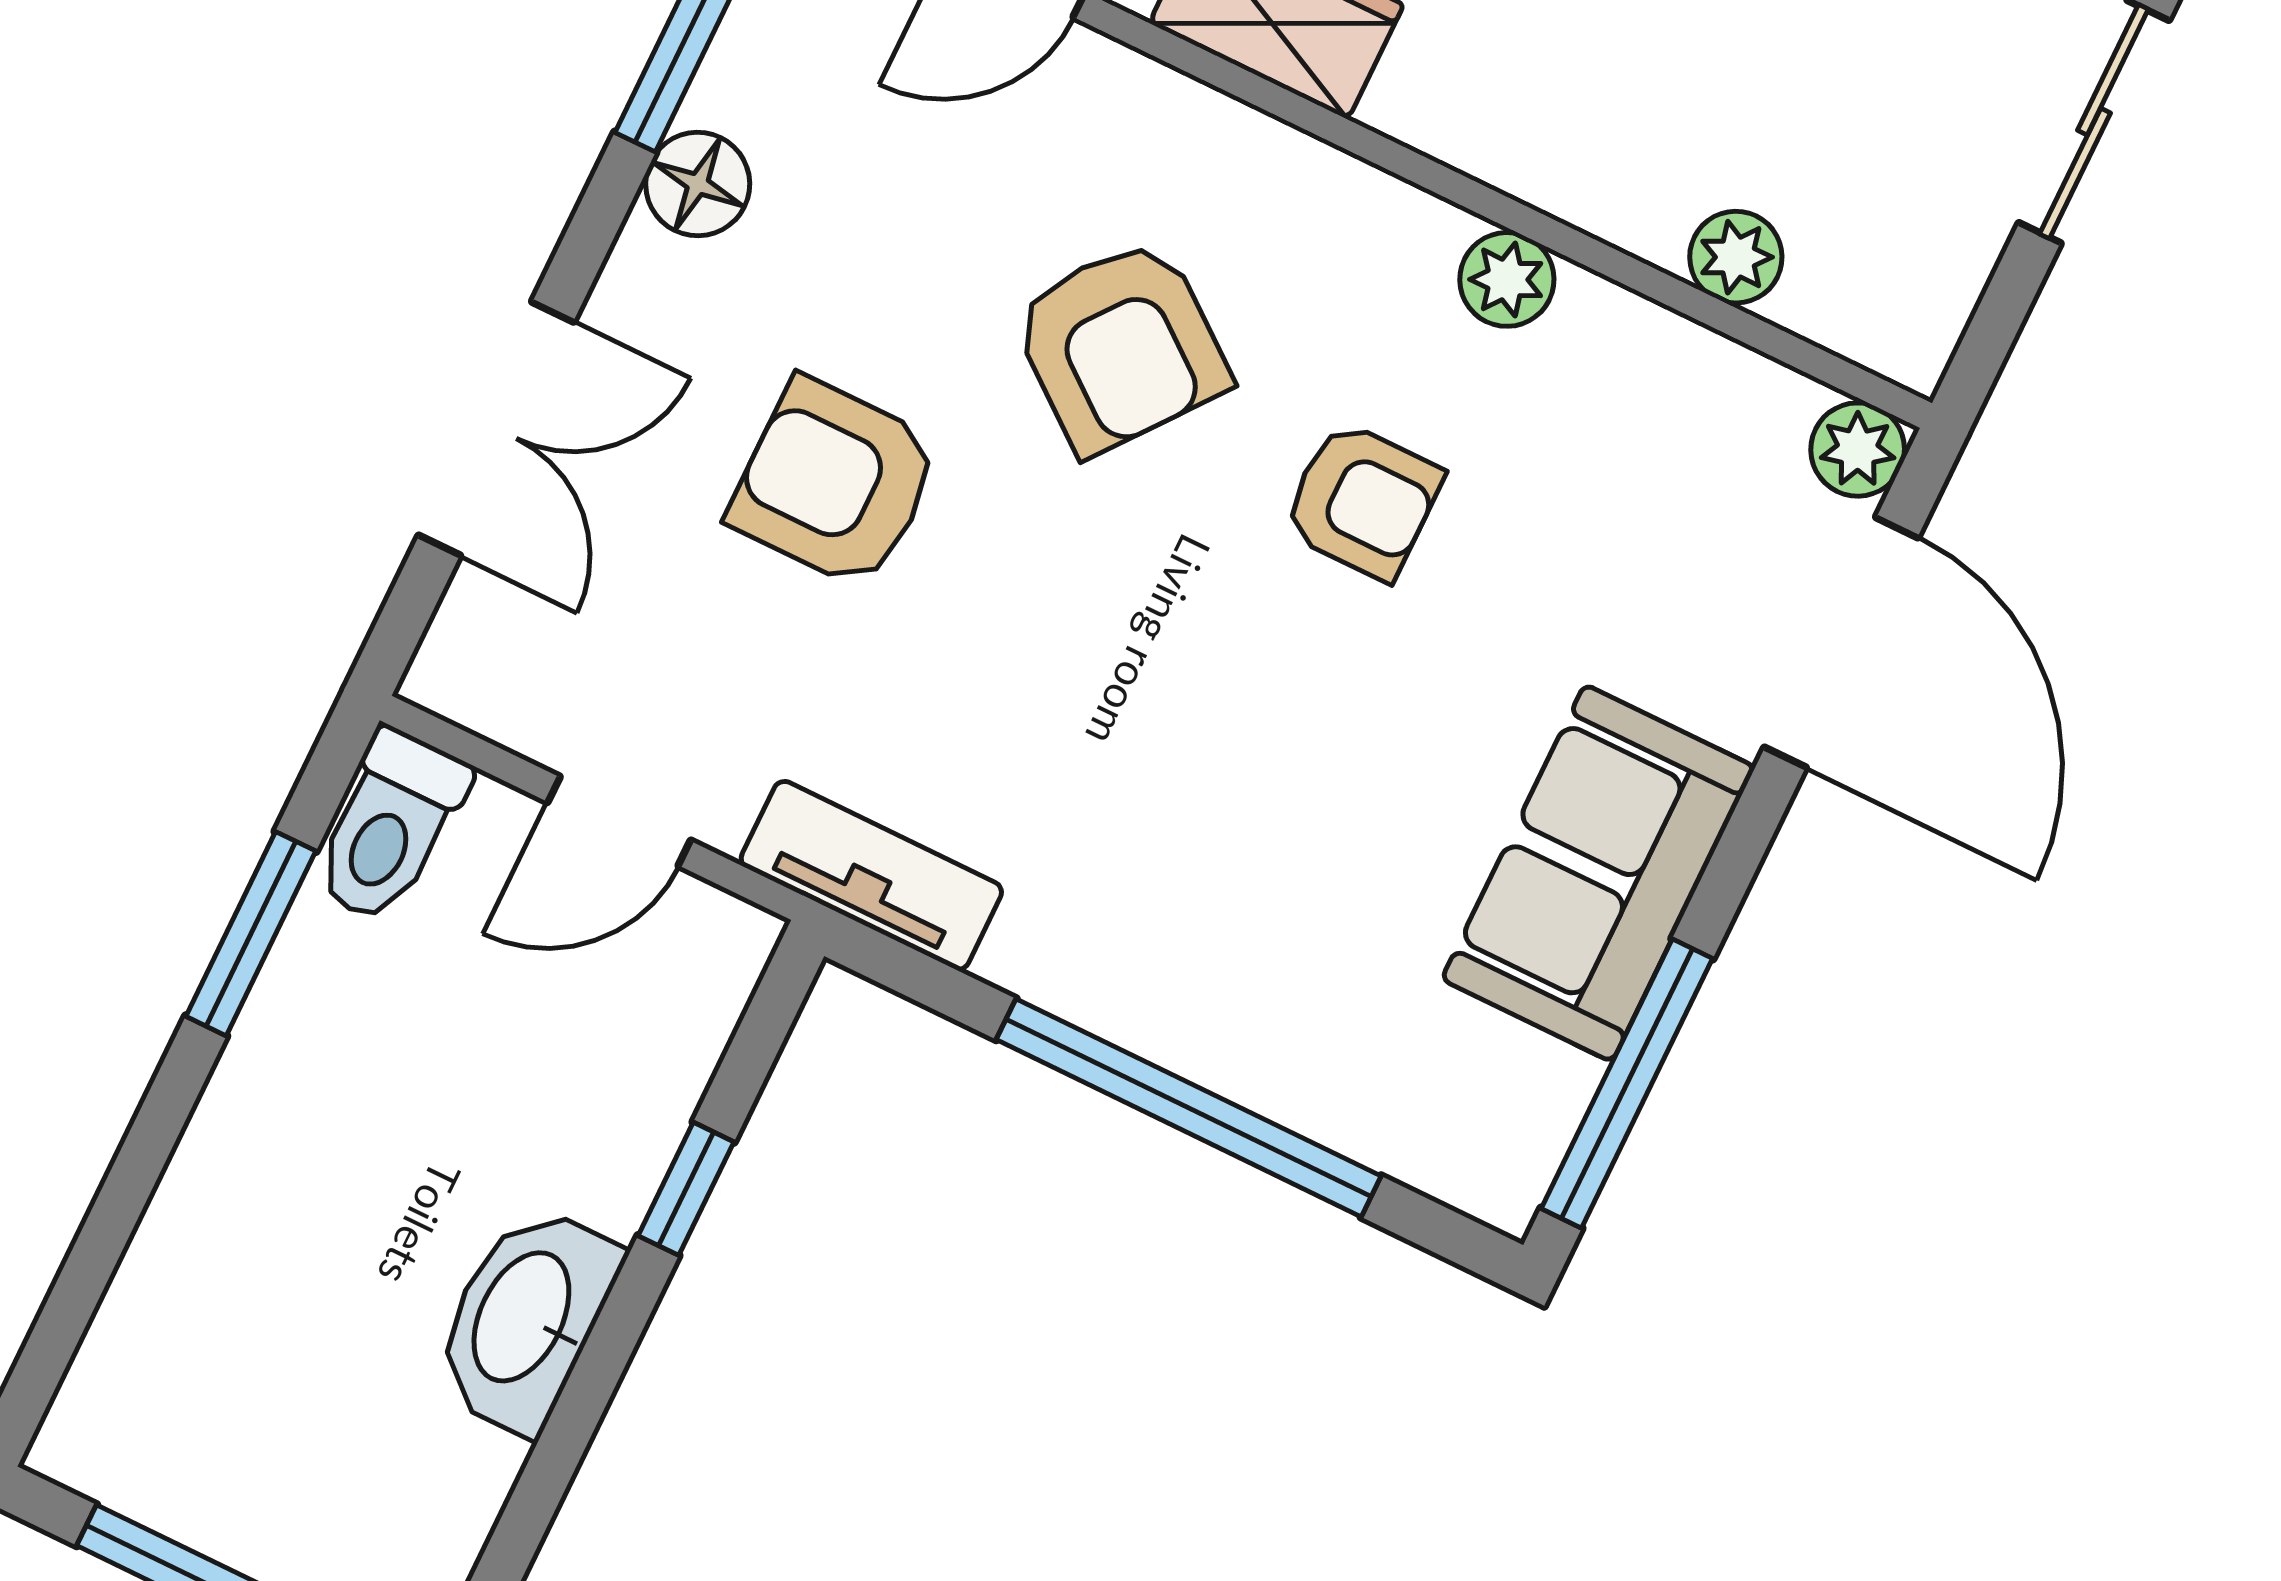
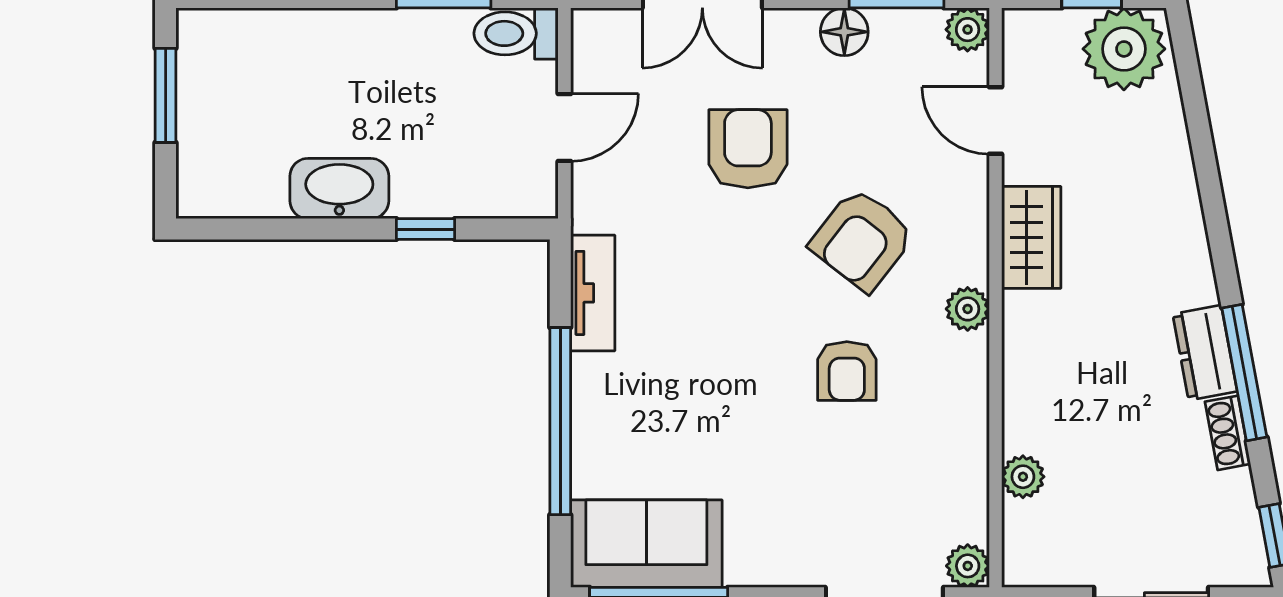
plant: (1507, 279) -> (968, 309), moved
door: (619, 821) -> (564, 127), swing flipped
sofa: (1598, 873) -> (646, 544), moved
tv unit: (871, 875) -> (593, 293), moved

